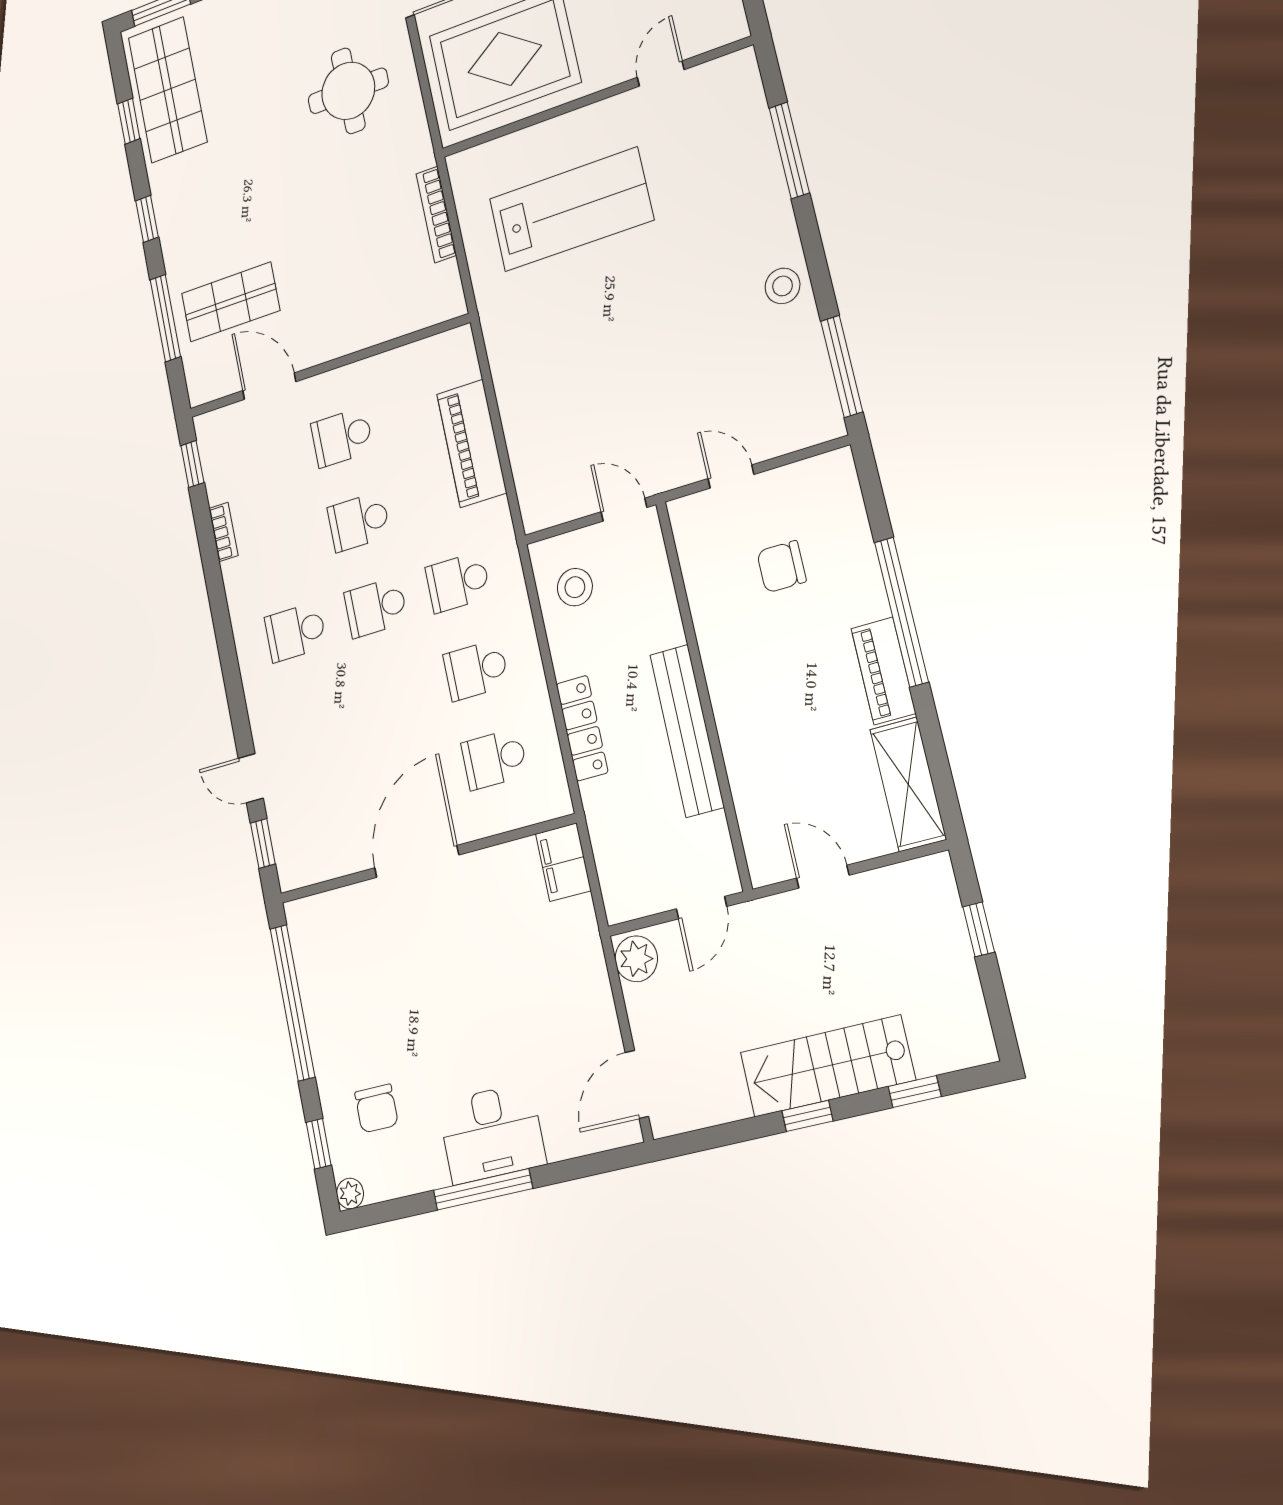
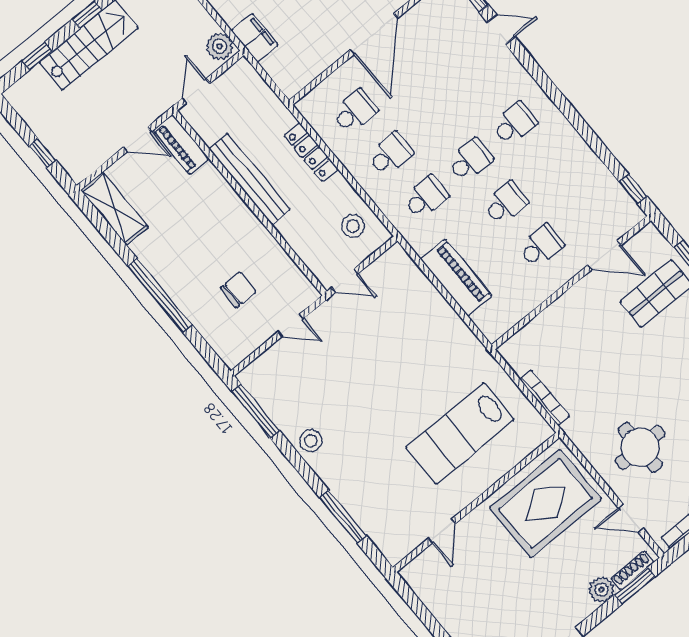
bookcase: (223, 532) -> (591, 159), removed
piano: (883, 671) -> (181, 144), moved, turned 180
filing cabinet: (563, 862) -> (255, 38), moved

